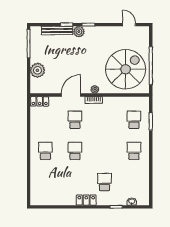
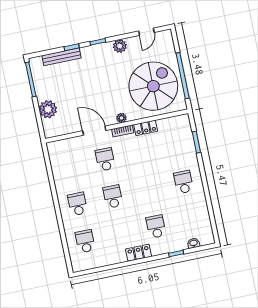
door: (129, 25) -> (146, 32), swing flipped
plant: (79, 32) -> (120, 46), moved
door: (71, 95) -> (94, 131), hinge flipped
locker: (40, 101) -> (146, 128), moved
school desk: (134, 120) -> (85, 241), moved

